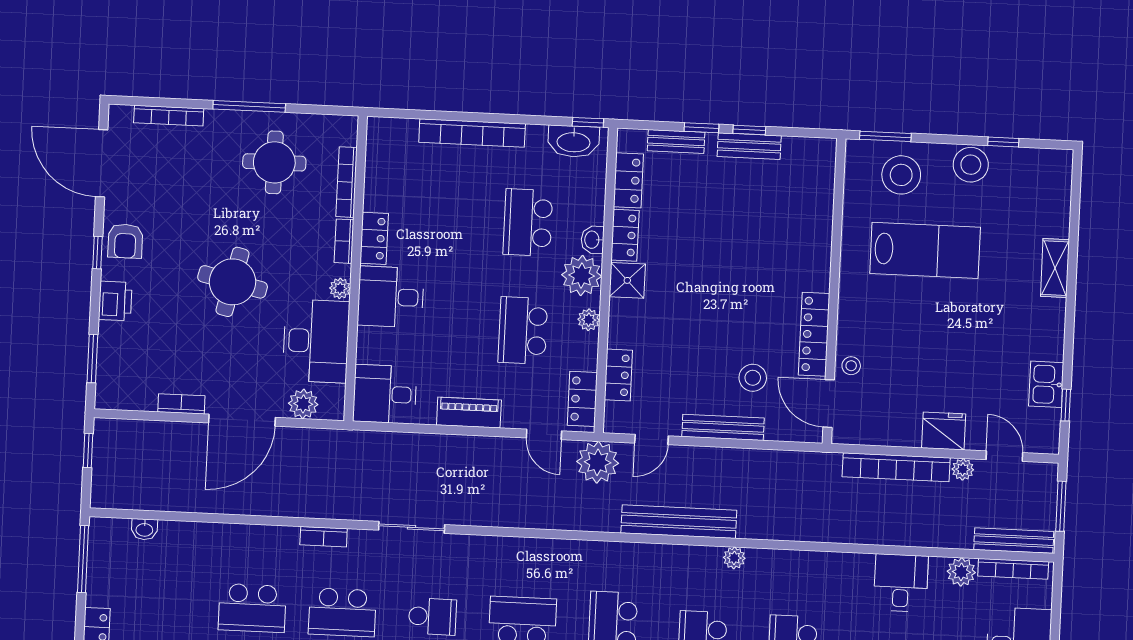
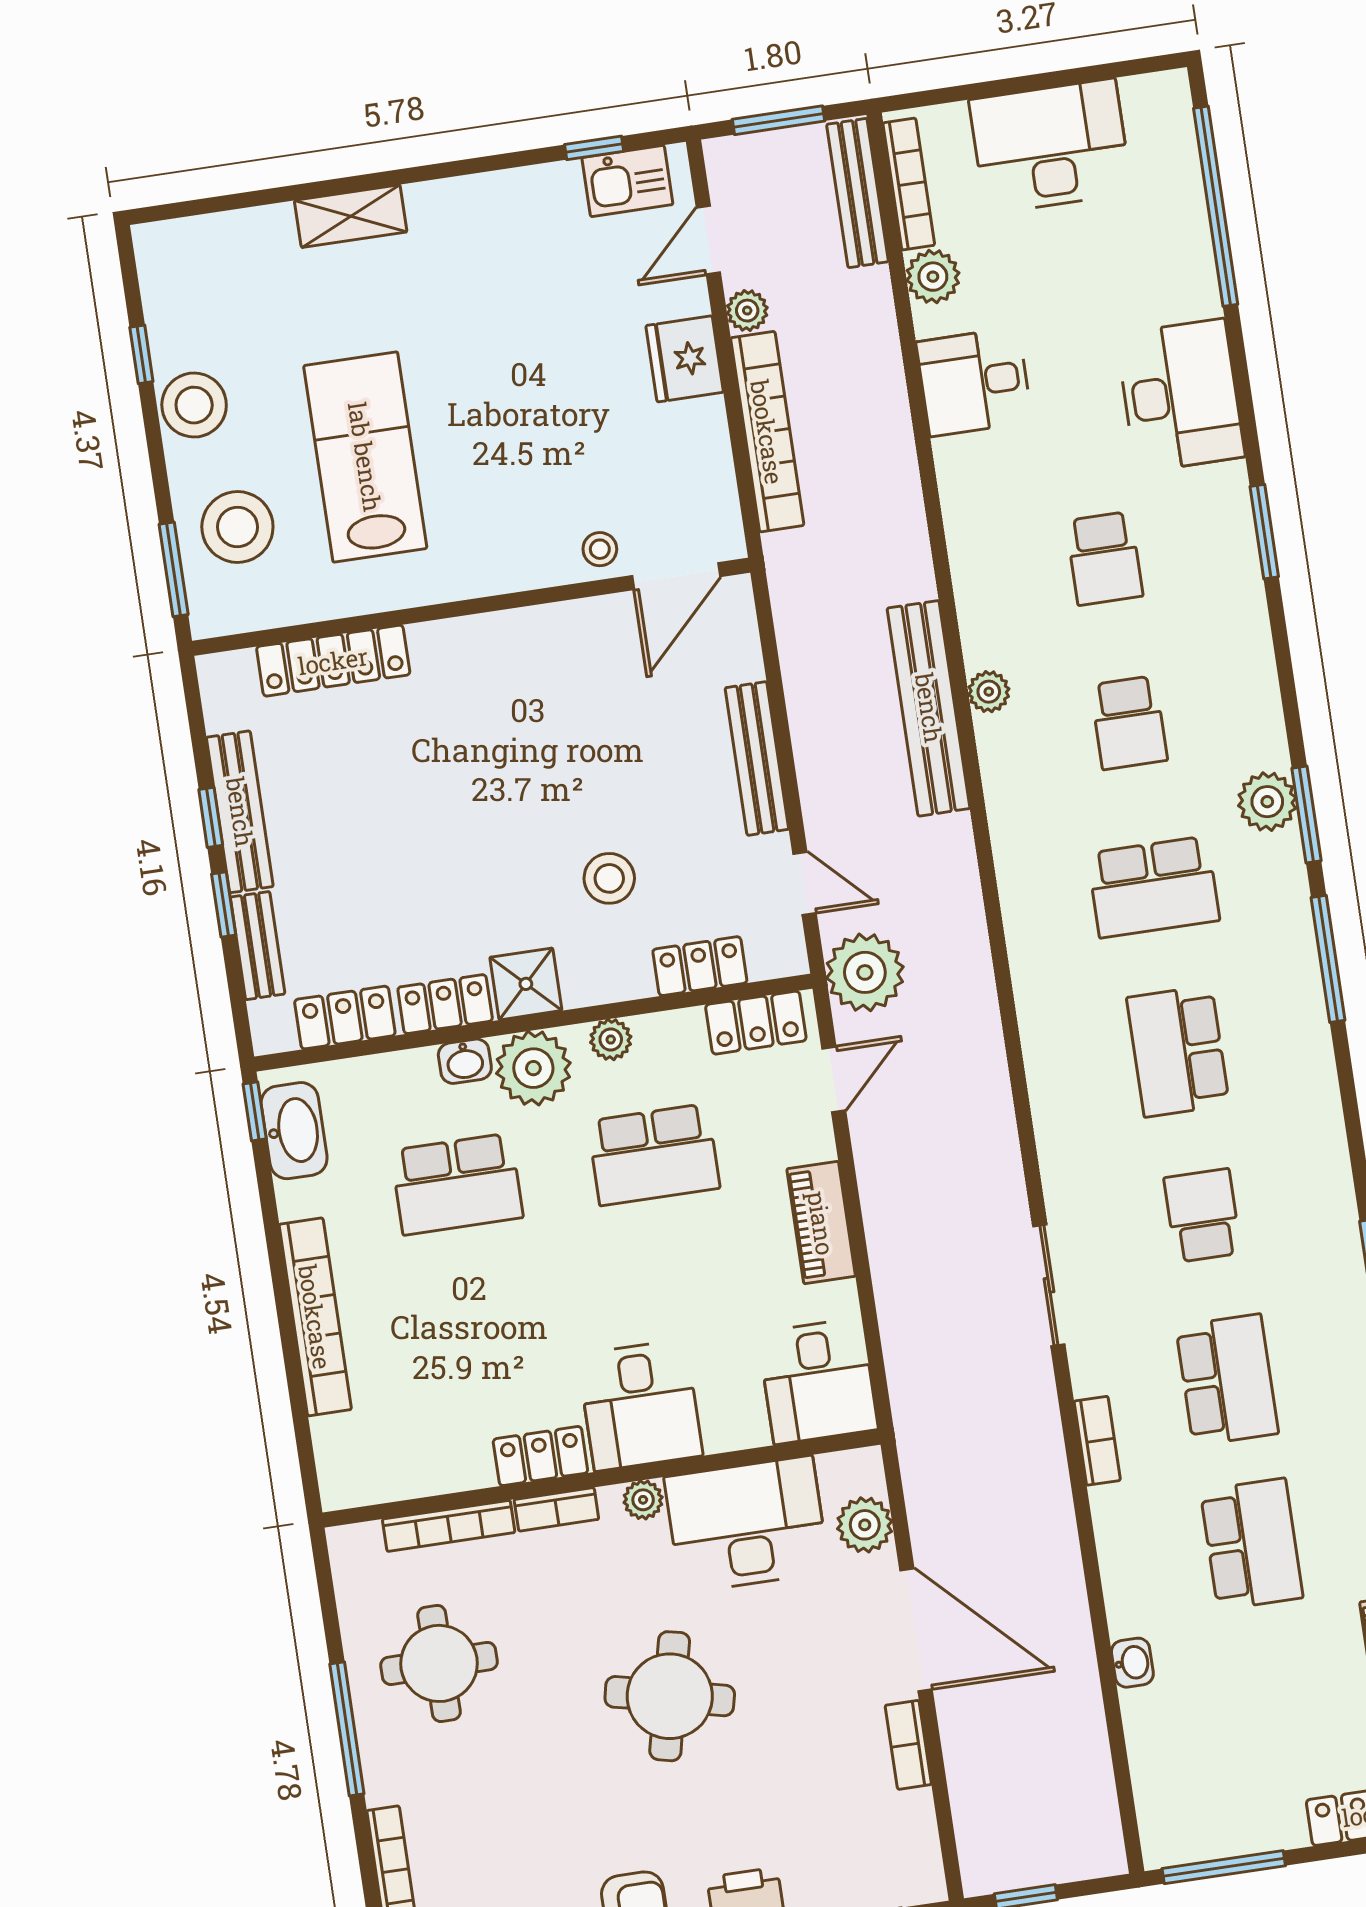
bench: (749, 146) -> (240, 812), width x1.36
locker: (814, 334) -> (333, 661), moved
stool: (753, 378) -> (609, 878), moved
kitchen sink: (1046, 384) -> (627, 181), moved
bench: (679, 522) -> (929, 708), moved
washbasin: (144, 529) -> (1132, 1663), moved

